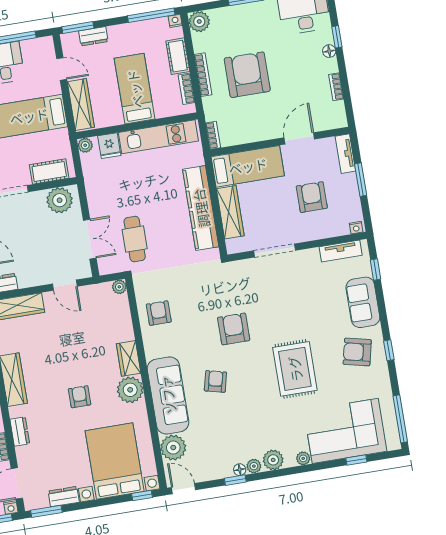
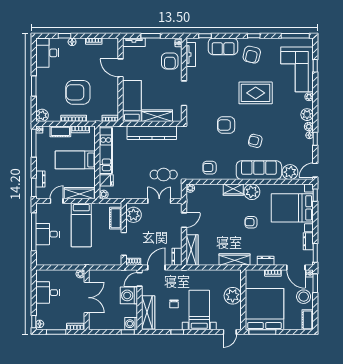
armchair: (312, 197) -> (170, 61), moved, turned -90

